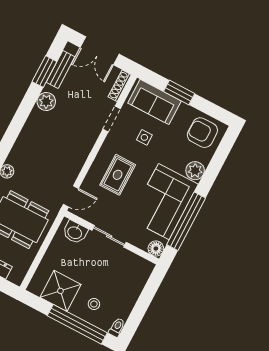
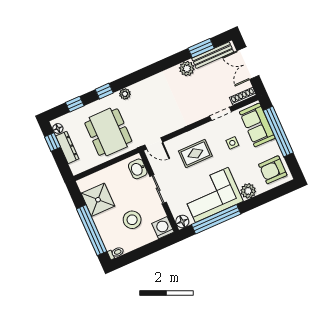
bench: (61, 70) -> (213, 55), width x1.36
window: (179, 93) -> (278, 132), width x2.11
armchair: (202, 133) -> (273, 170), turned -90
washing machine: (142, 269) -> (163, 228), added
stool: (94, 304) -> (132, 220), moved, width x1.89, depth x1.89

